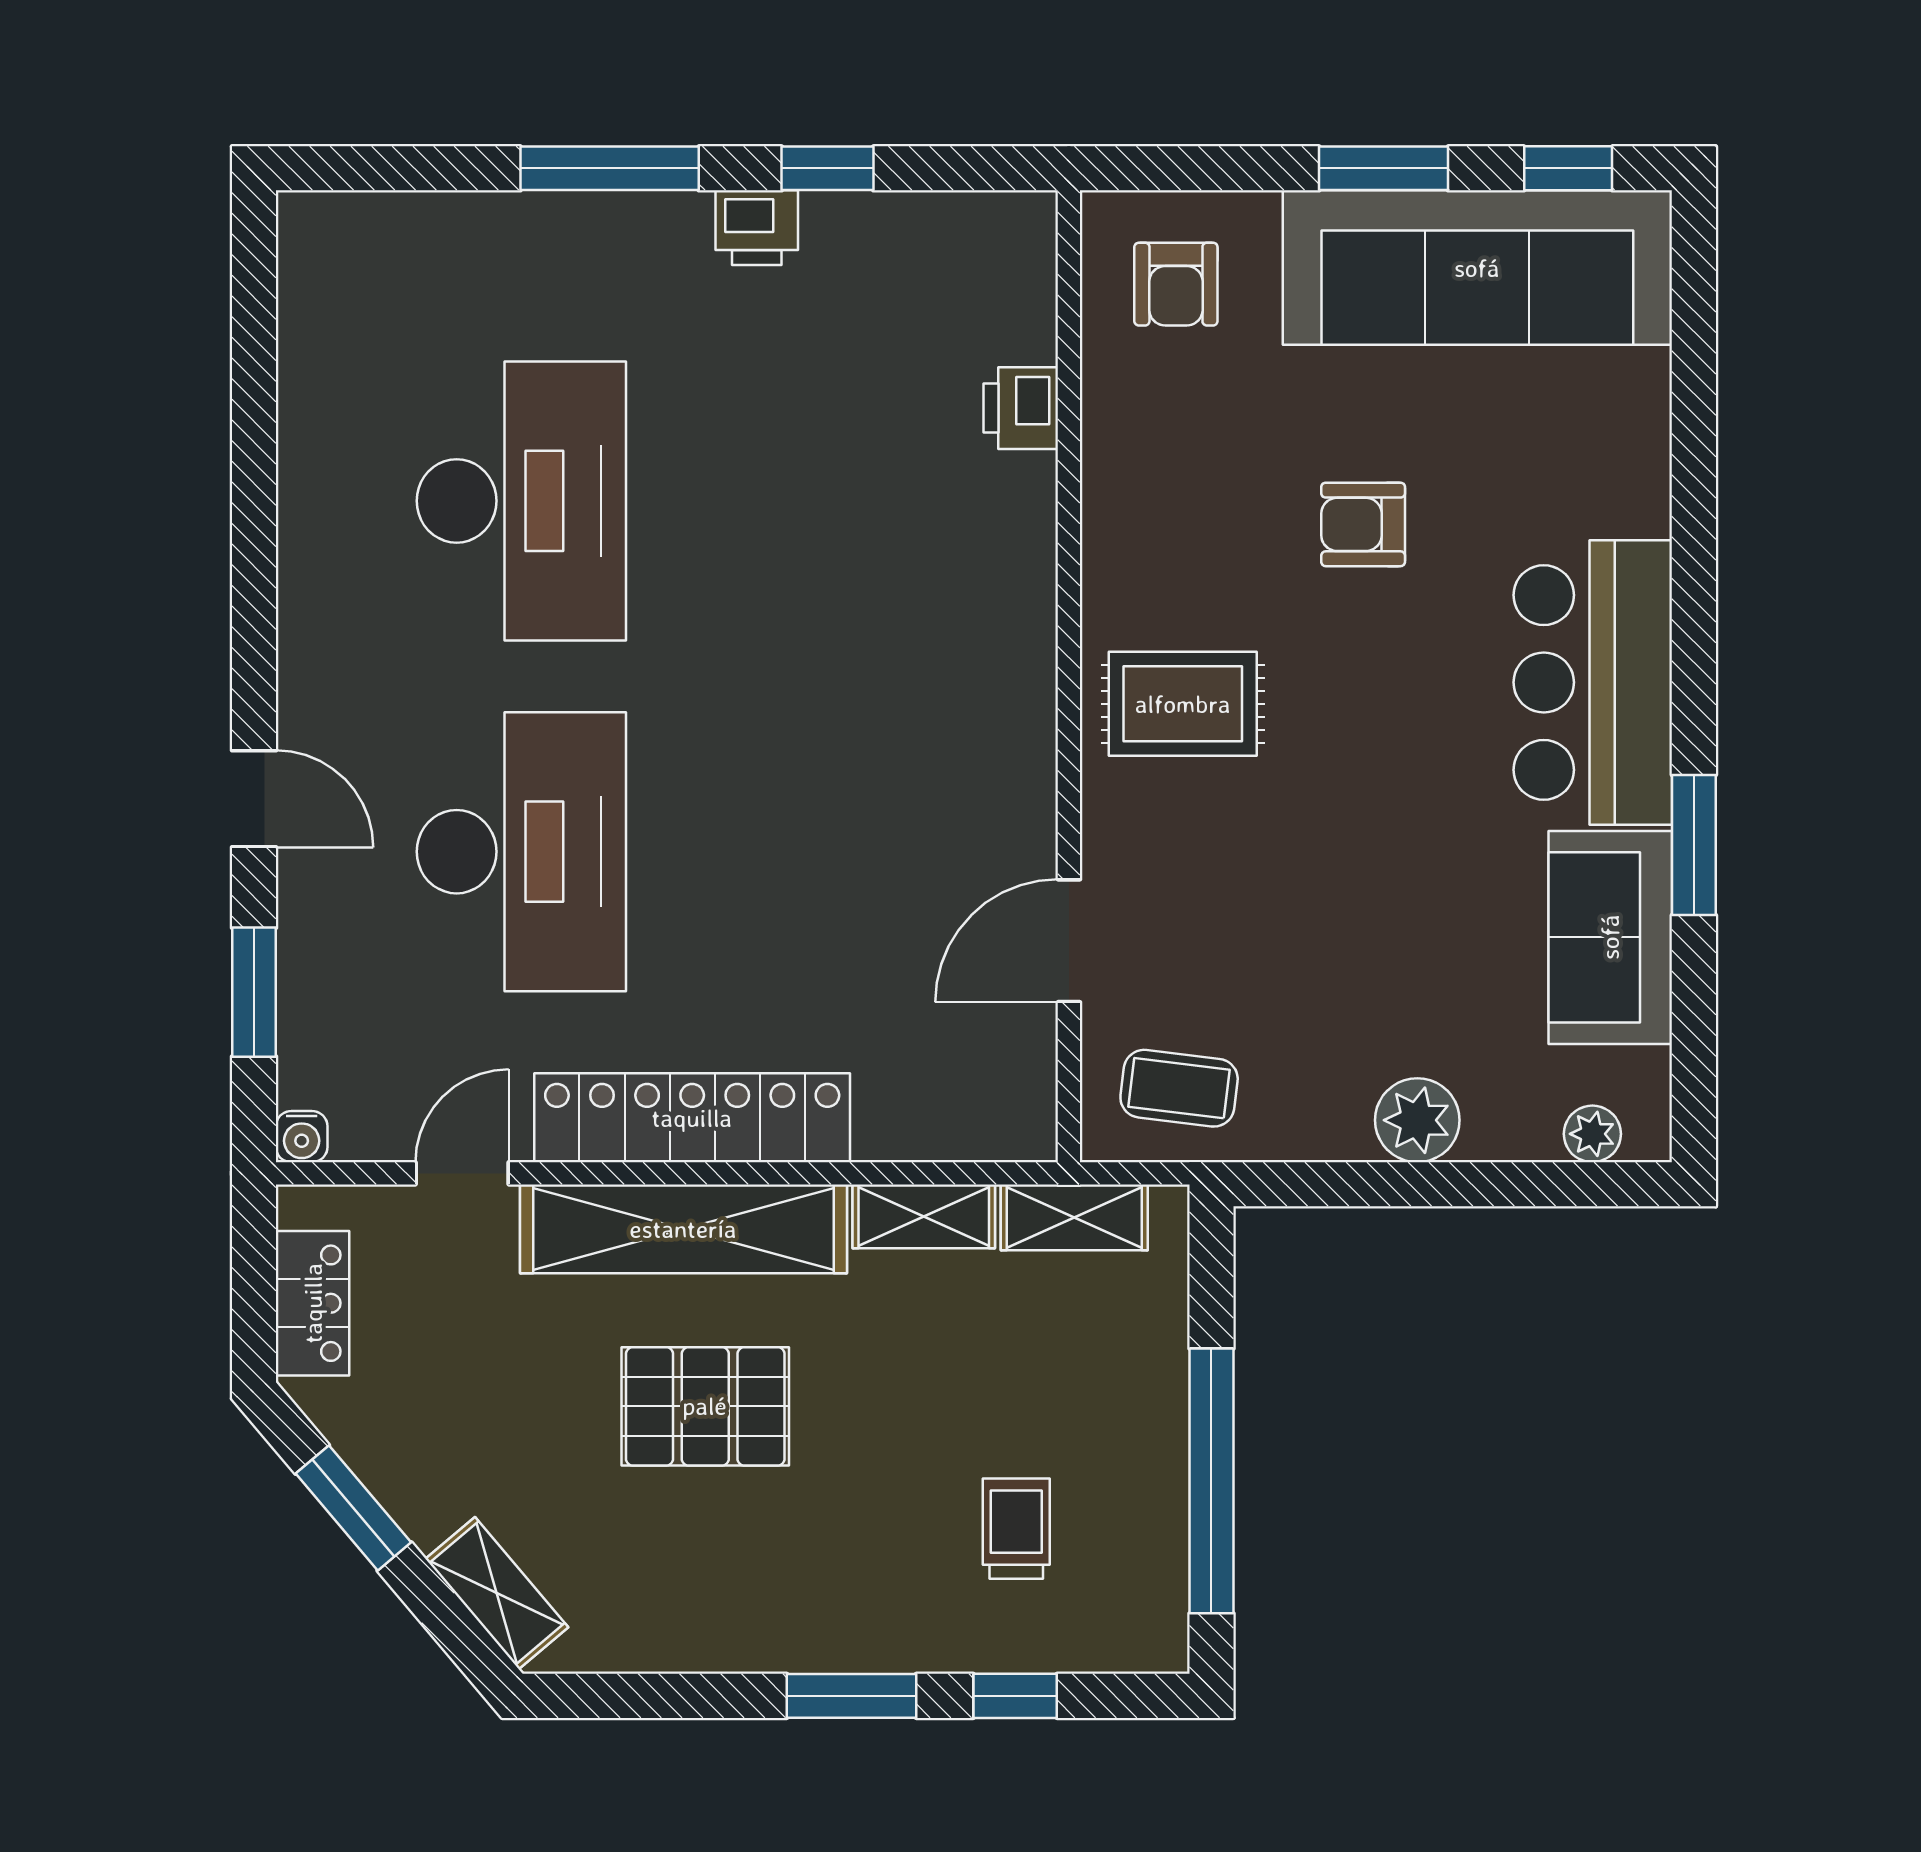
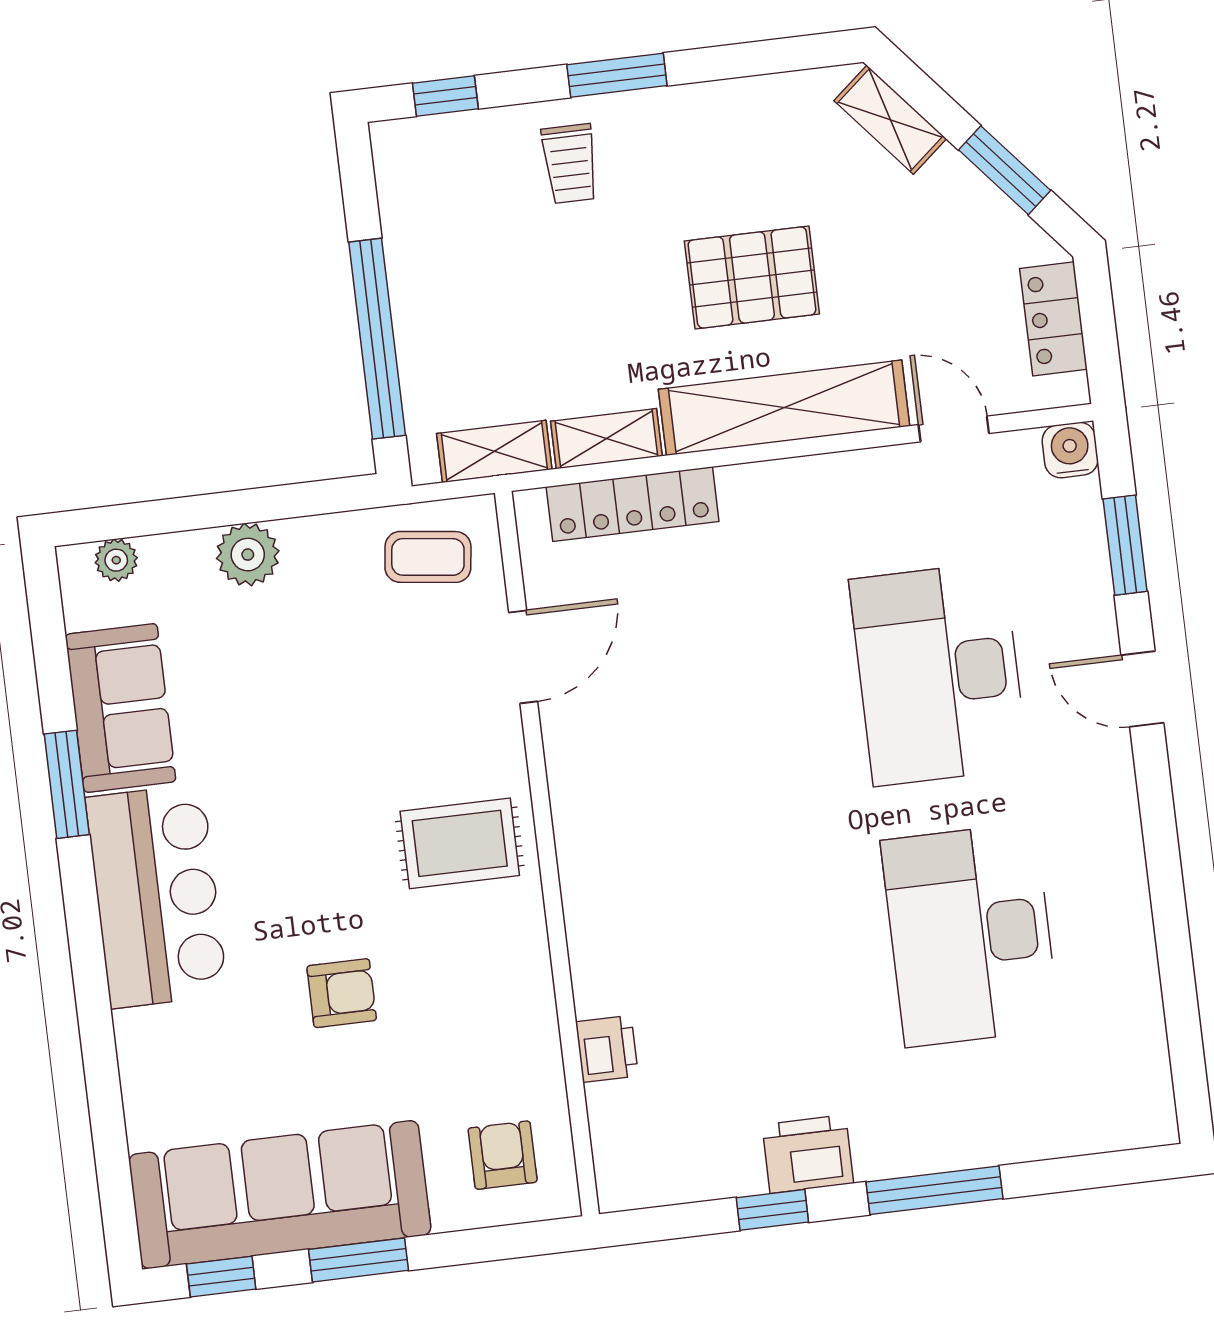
printer: (757, 228) -> (808, 1154), width x1.36, depth x1.24
locker: (692, 1118) -> (633, 504), moved, width x0.71, depth x0.83
water cooler: (302, 1137) -> (1070, 450), width x1.38, depth x1.38
door: (462, 1173) -> (954, 429), swing flipped
window: (1211, 1481) -> (377, 339), moved
trolley: (1016, 1529) -> (570, 164), moved
window: (1015, 1696) -> (445, 96), moved

